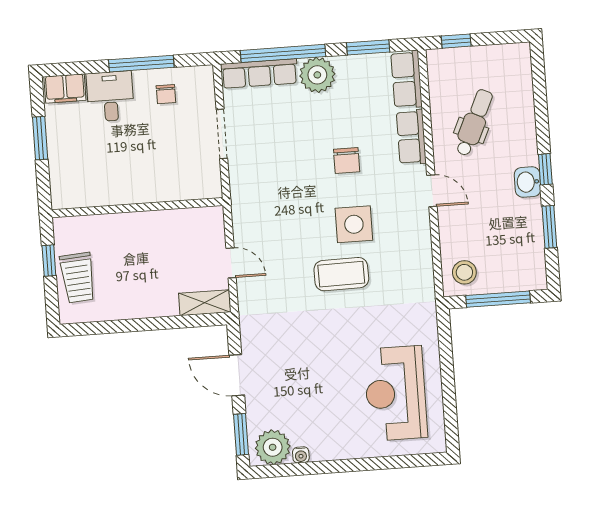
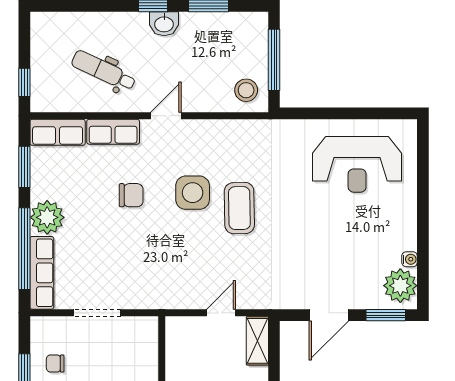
chair: (166, 94) -> (55, 364), turned 180

